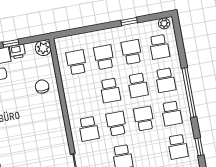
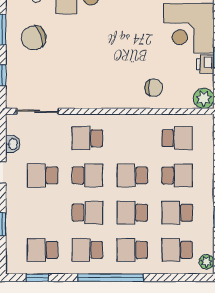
school desk: (132, 52) -> (177, 213), turned 180

